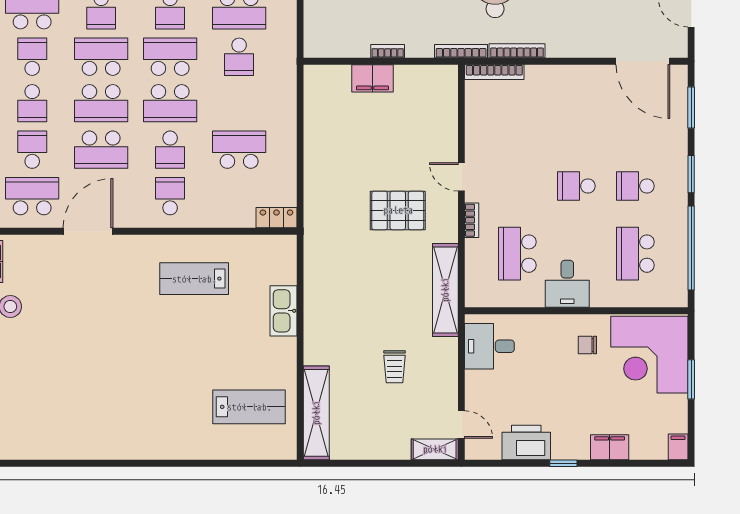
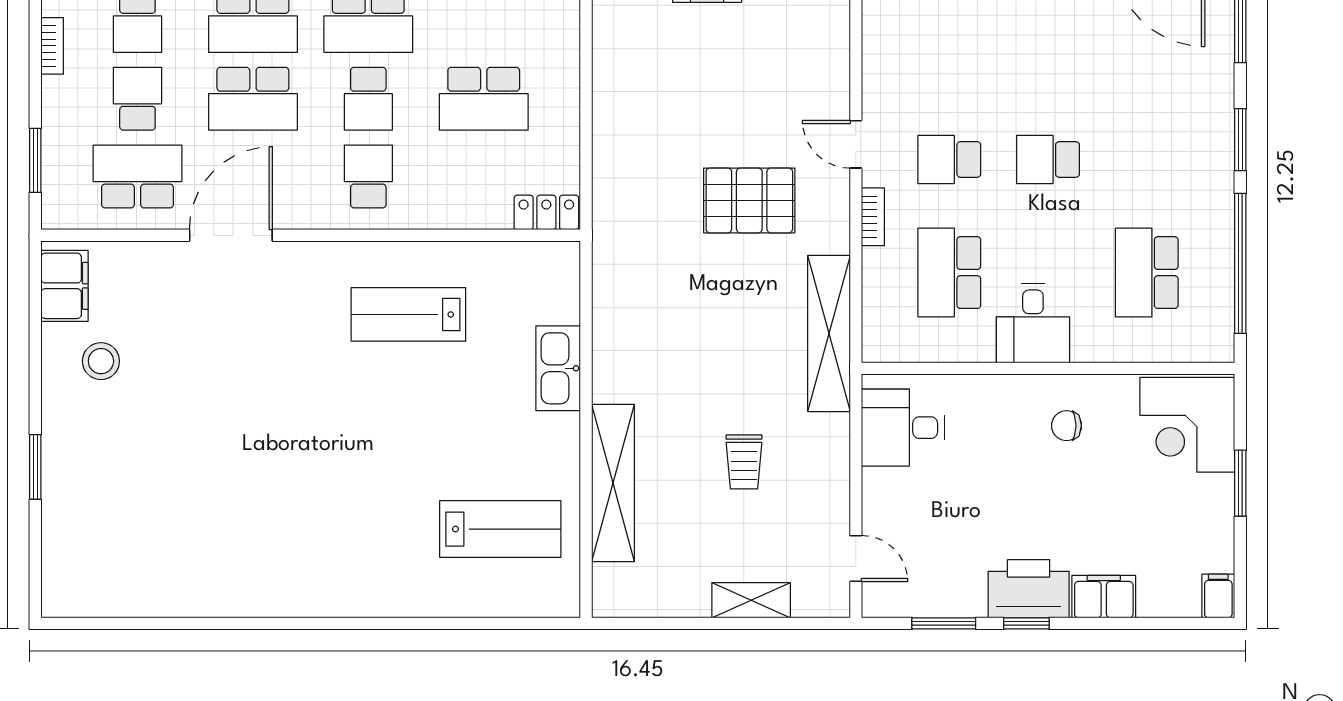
school desk: (239, 150) -> (484, 99), turned 180
school desk: (635, 186) -> (949, 160), moved
corner desk: (649, 355) -> (1187, 425), width x0.74, depth x0.74
shelving: (316, 413) -> (613, 483), moved
printer: (526, 443) -> (1029, 589), moved
shelving: (435, 449) -> (751, 600), moved
window: (514, 463) -> (944, 623), added

